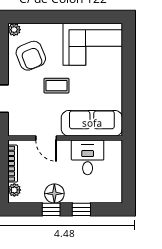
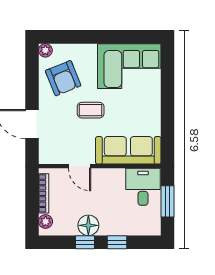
desk: (88, 157) -> (143, 187), moved
window: (129, 171) -> (168, 201), added

